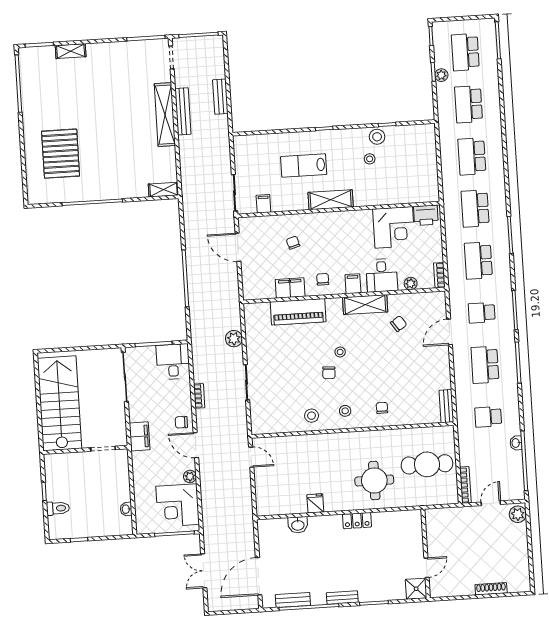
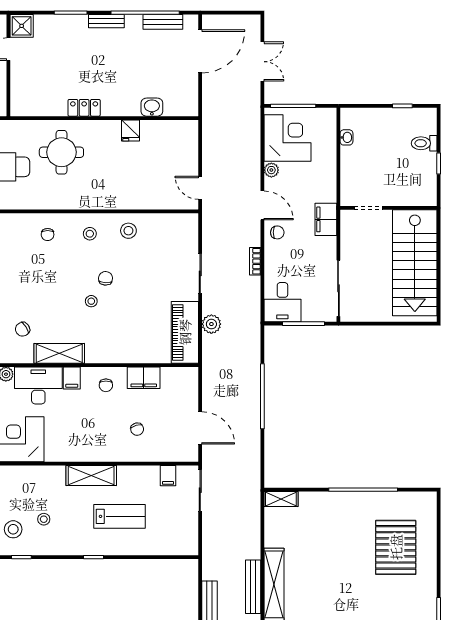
stool: (377, 137) -> (13, 529), moved
desk: (382, 275) -> (38, 386), width x1.37
piano: (298, 312) -> (185, 332), moved, turned -90

